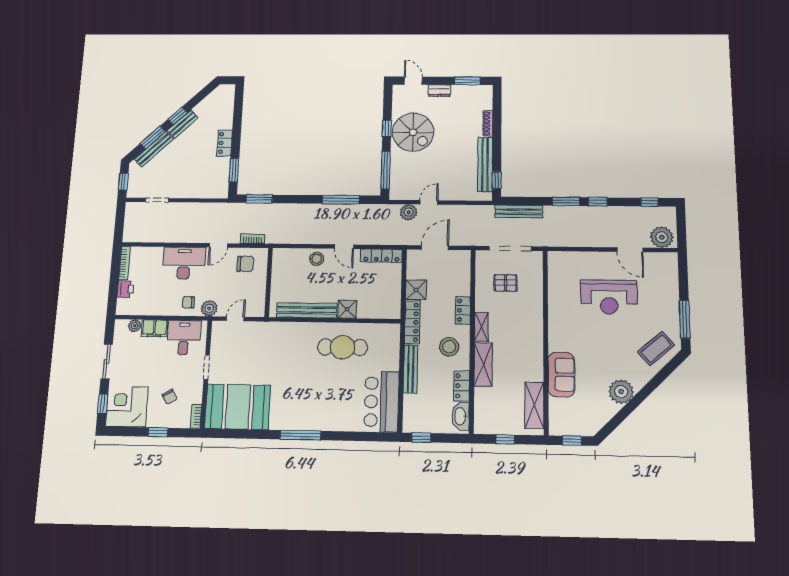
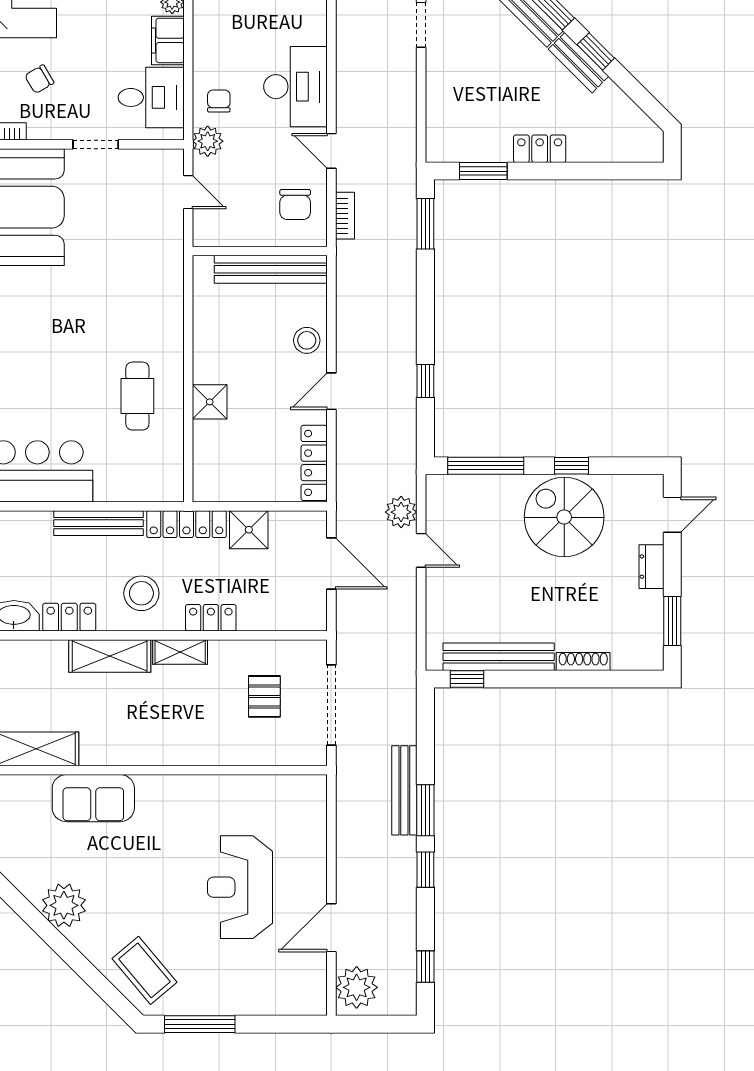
spiral stairs: (413, 132) -> (564, 517), turned 90
window: (341, 199) -> (425, 381), width x0.46
bench: (519, 212) -> (404, 790), moved
bench: (307, 310) -> (271, 269), moved, turned 90
cafe table: (343, 347) -> (137, 396), width x0.73, depth x0.74

